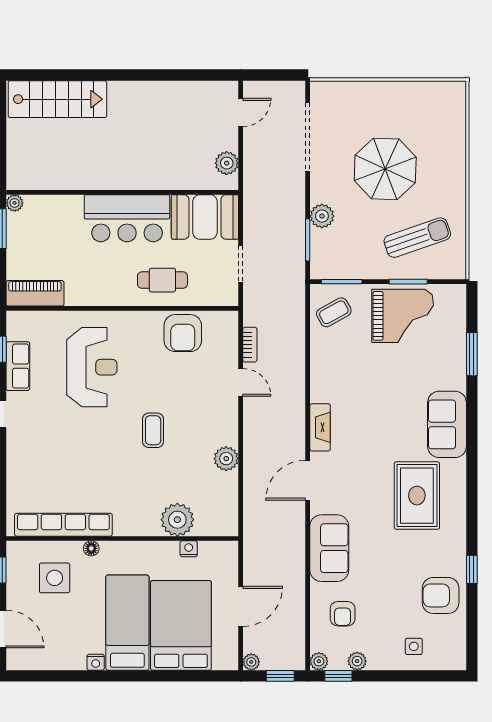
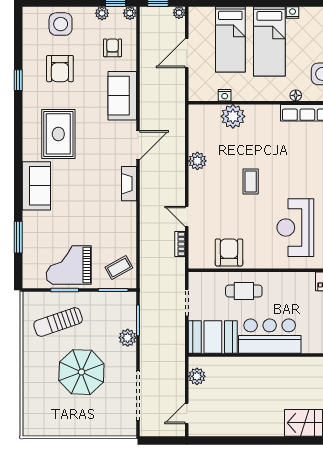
armchair: (441, 595) -> (60, 69), moved, turned 90
bed: (181, 625) -> (230, 39), width x0.67
side table: (414, 646) -> (61, 24), width x1.87, depth x1.87

